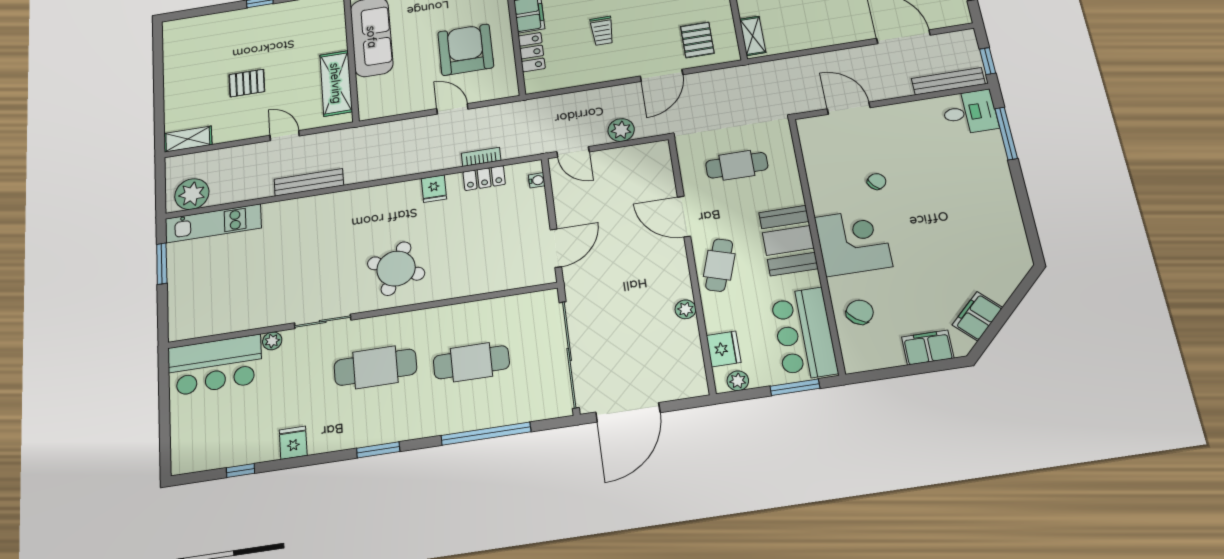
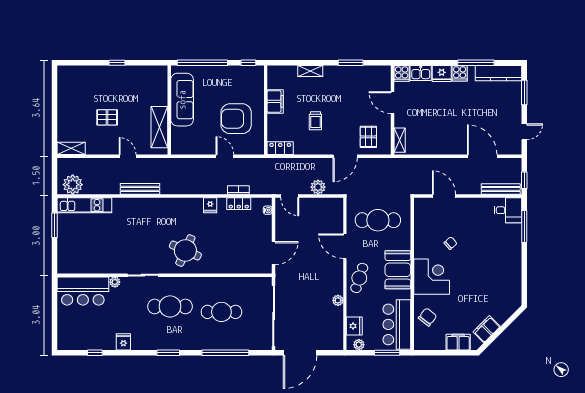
armchair: (466, 50) -> (236, 119), turned -90
locker: (532, 52) -> (280, 148), moved, turned -90
cafe table: (737, 165) -> (378, 220), width x1.37, depth x1.35

